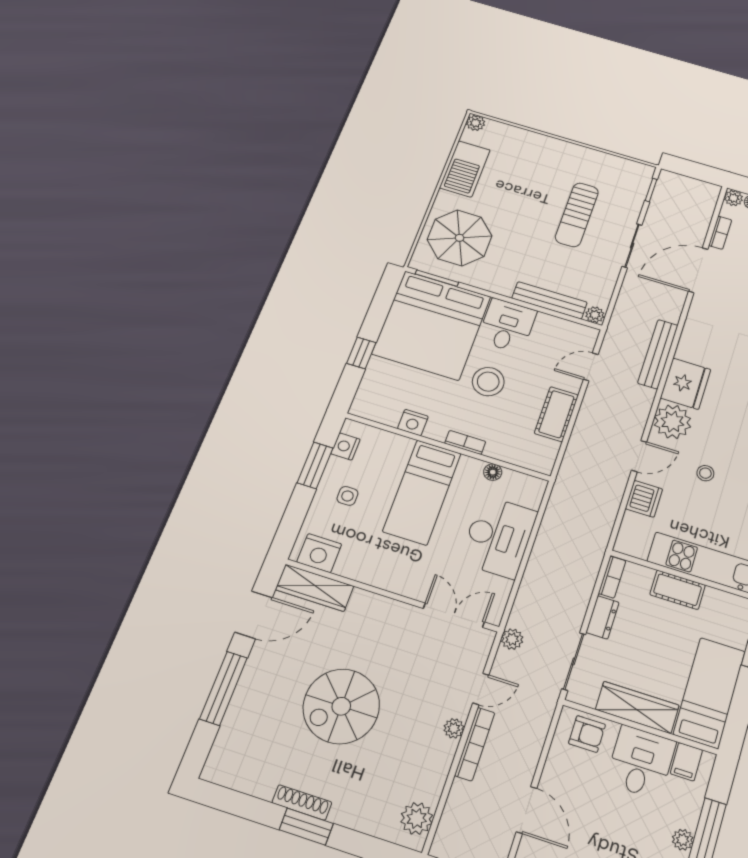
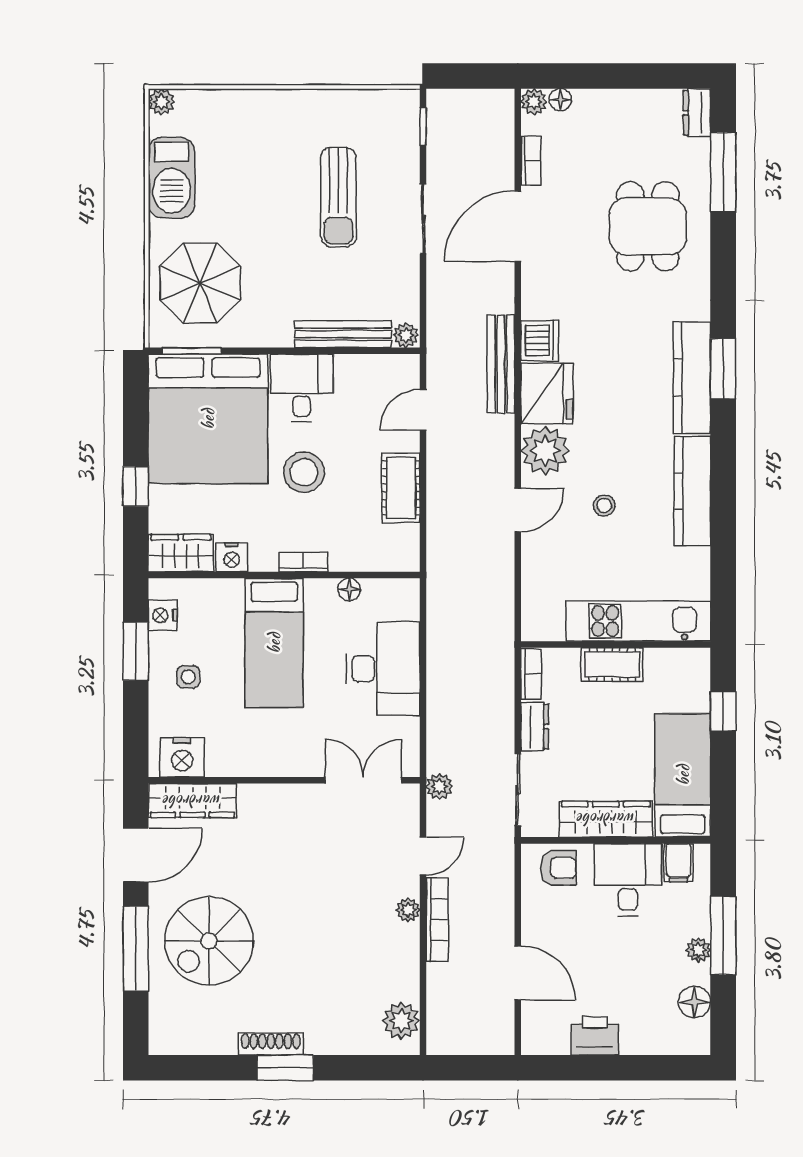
wardrobe: (376, 408) -> (181, 553), added
dishwasher: (644, 499) -> (540, 340), moved
spiral stairs: (341, 706) -> (209, 941), moved

